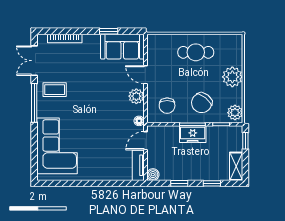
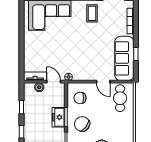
sofa: (122, 47) -> (124, 58), width x1.36
cafe table: (196, 52) -> (120, 98), moved
door: (145, 75) -> (103, 82), swing flipped
plant: (136, 96) -> (87, 75), removed
boiler: (153, 175) -> (39, 87), moved

